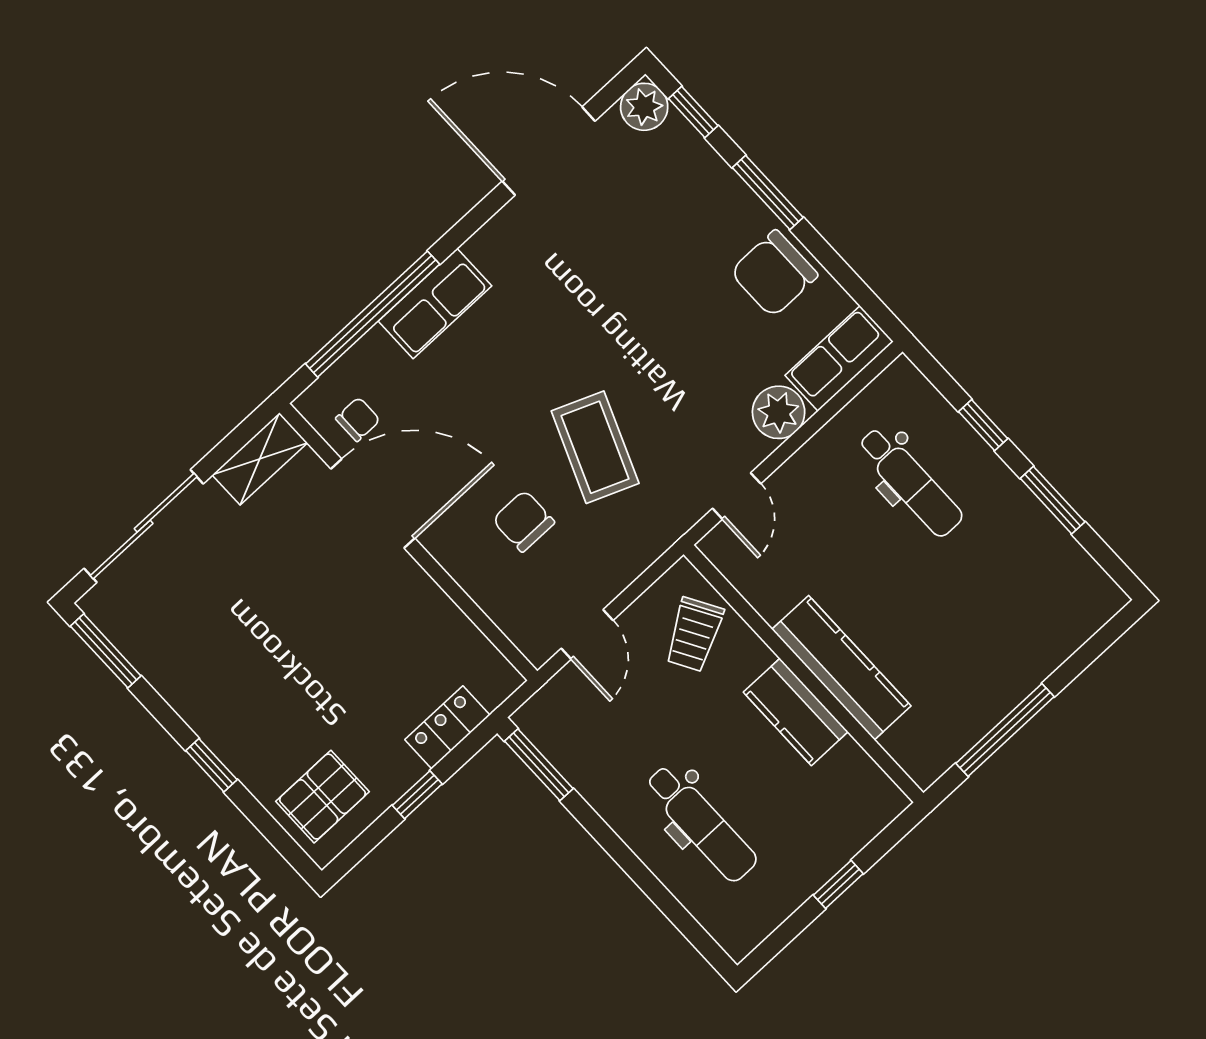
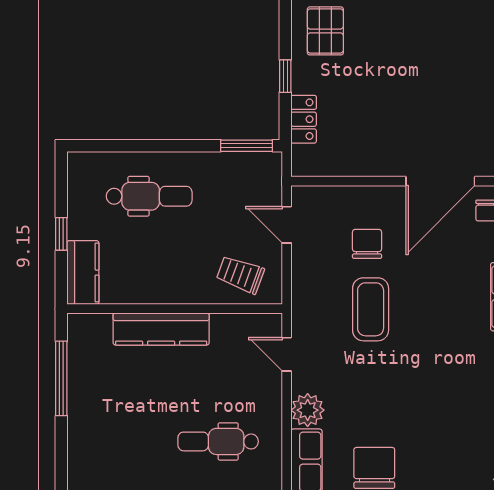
coffee table: (595, 447) -> (371, 309), turned 68
chair: (524, 521) -> (367, 244), turned -90
trolley: (694, 635) -> (240, 275), turned -40
kitchen counter: (796, 712) -> (83, 273), moved, turned 90
dental chair: (701, 823) -> (149, 196), turned 180

